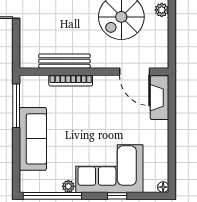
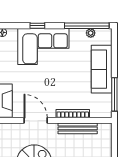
door: (135, 72) -> (36, 120), moved
plant: (68, 186) -> (91, 33), moved

